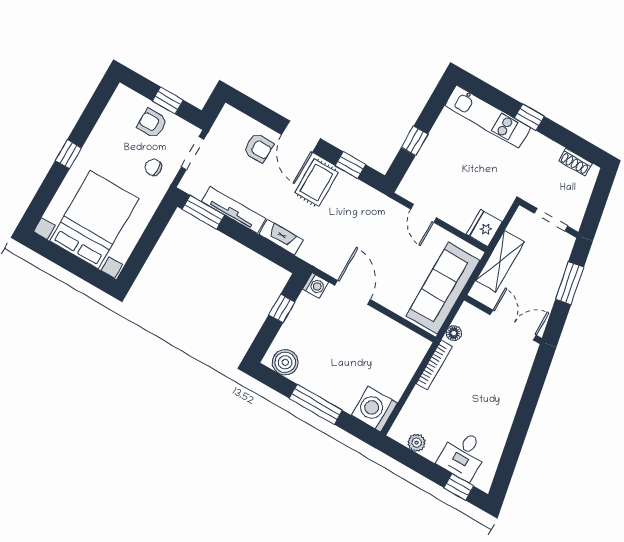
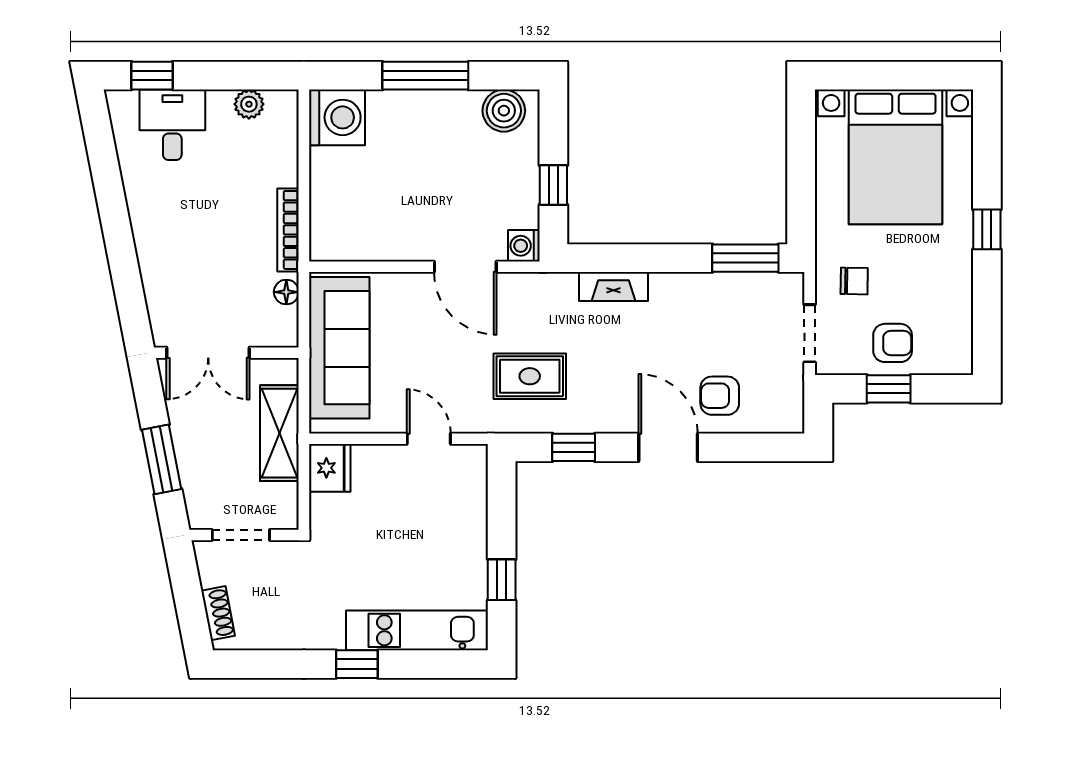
window: (415, 141) -> (502, 580), moved
shoe rack: (575, 162) -> (218, 613), moved, turned 79
rug: (316, 183) -> (530, 376), moved, turned 90
tv unit: (234, 210) -> (704, 286), removed

